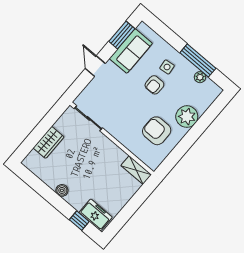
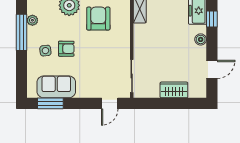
door: (95, 66) -> (110, 103), moved
armchair: (157, 131) -> (98, 19), turned 180
door: (39, 186) -> (212, 69), added
boiler: (62, 190) -> (201, 39), moved

